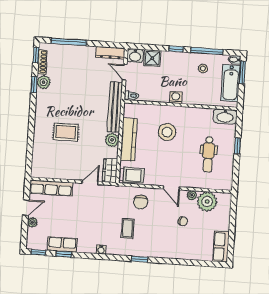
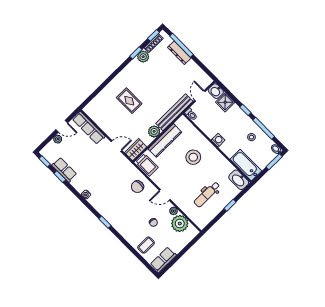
dresser: (110, 53) -> (179, 53), moved
bathtub: (231, 83) -> (246, 165), moved, turned 90
door: (171, 188) -> (165, 195), hinge flipped
coffee table: (128, 228) -> (146, 245), moved

